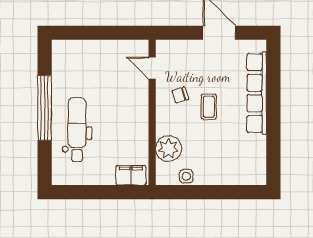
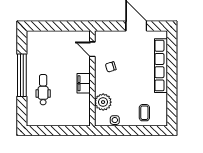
coffee table: (209, 107) -> (144, 113), moved
dental chair: (77, 130) -> (43, 90), width x0.73, depth x0.72
filing cabinet: (131, 175) -> (84, 83), moved, turned -90

